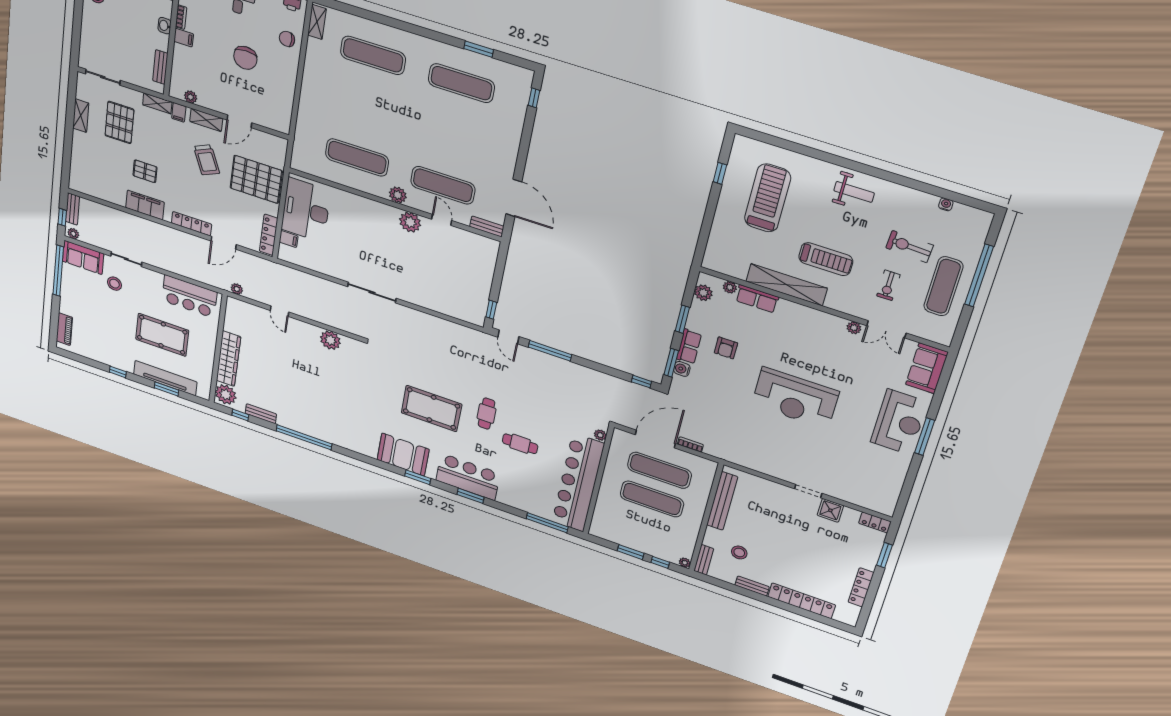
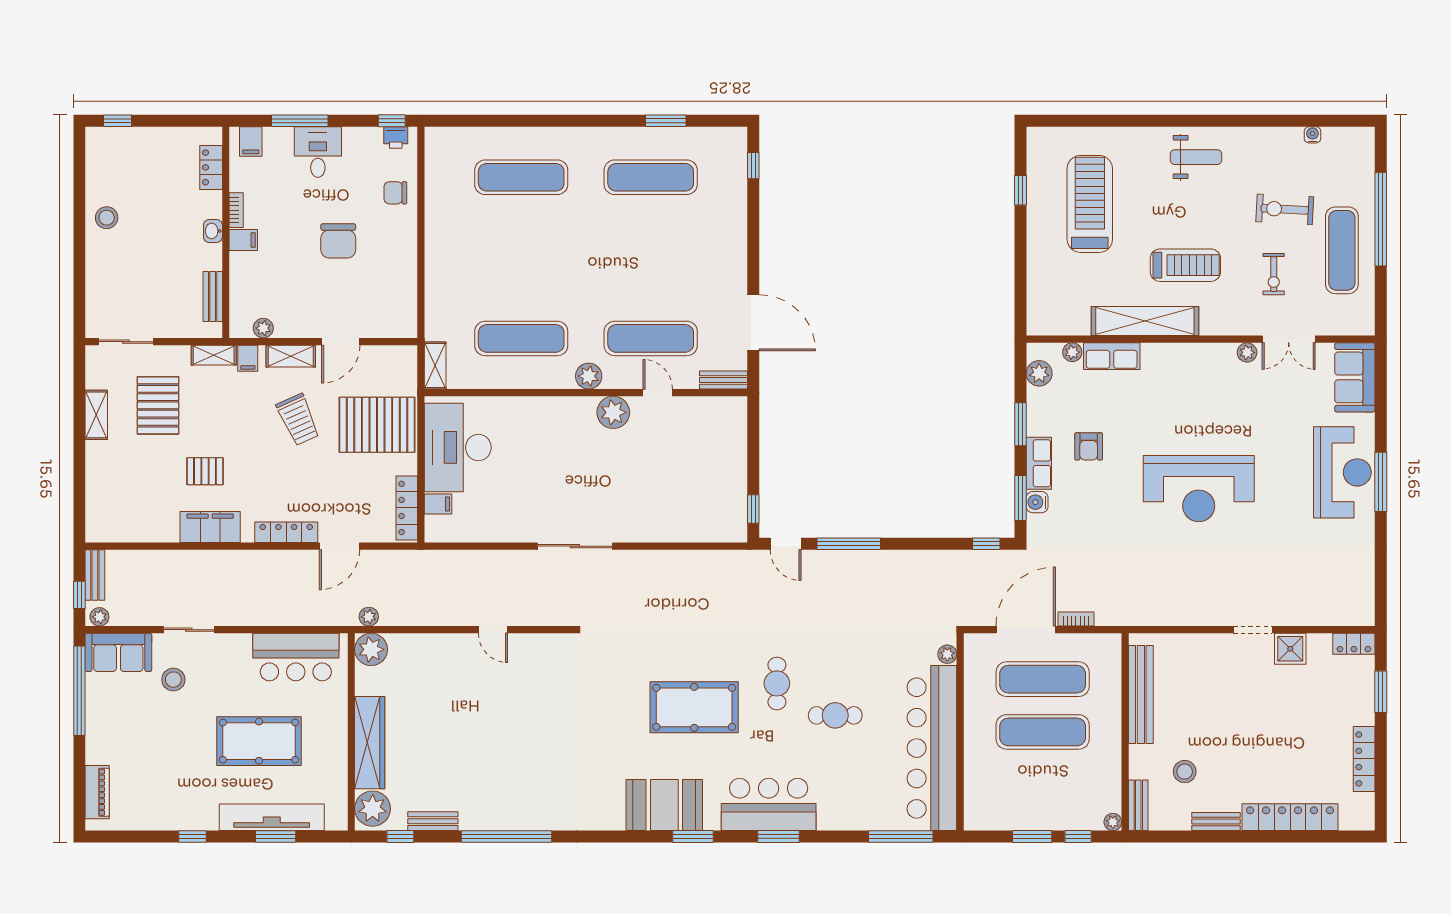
shelving: (317, 22) -> (435, 365), moved
door: (280, 311) -> (493, 630), moved
plant: (330, 340) -> (371, 649), moved

